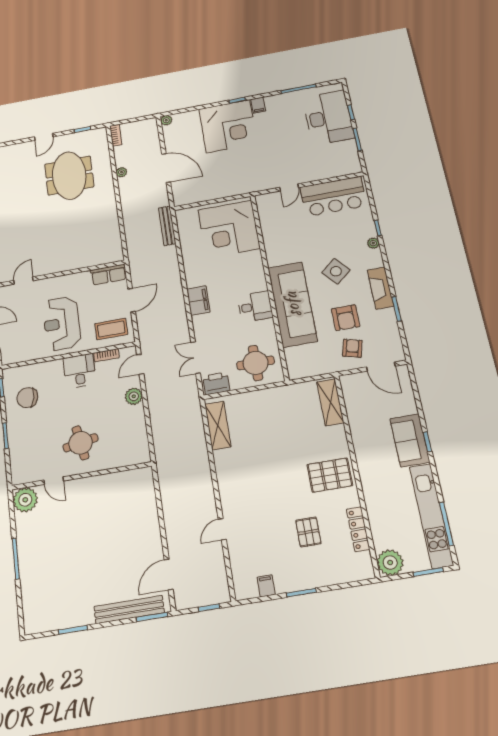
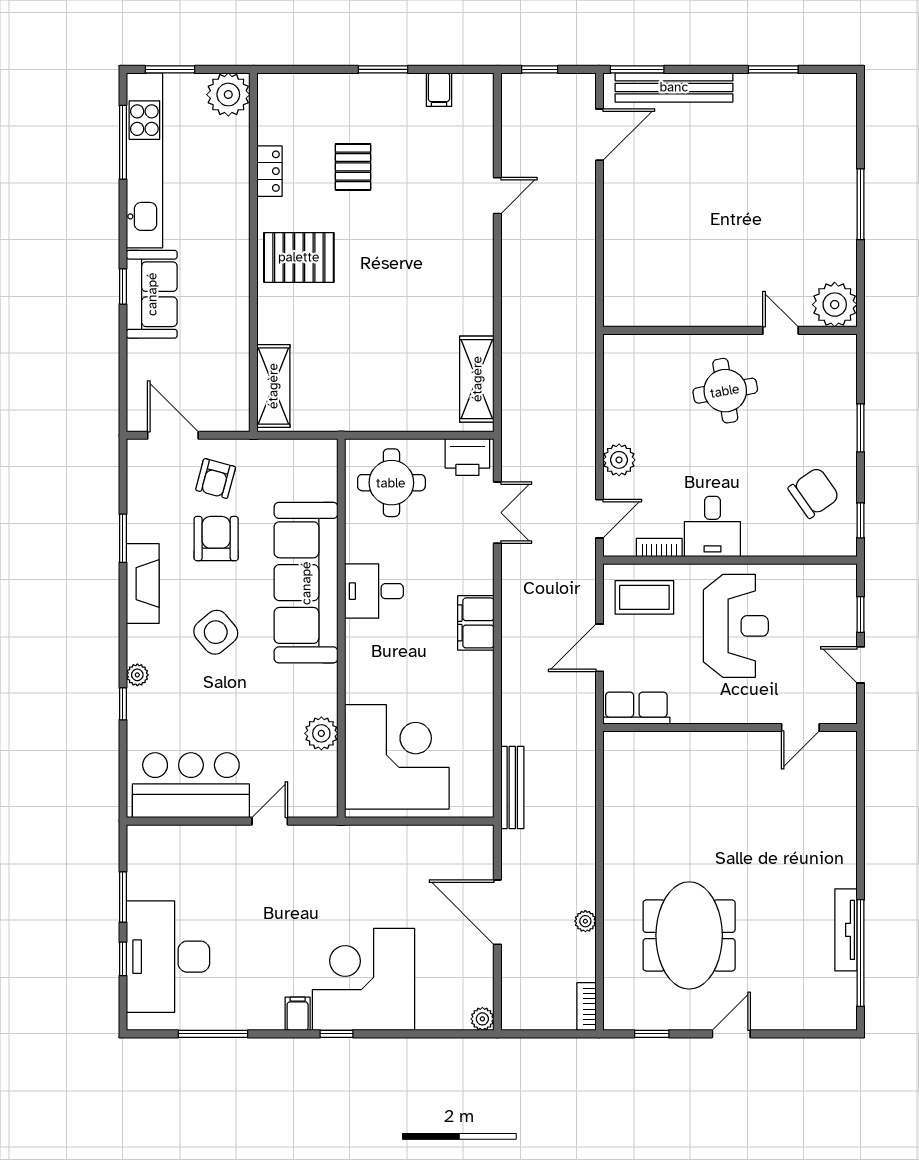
plant: (270, 233) -> (321, 733), added
chair: (27, 398) -> (814, 493), turned -45
locker: (358, 529) -> (270, 171), width x0.66

